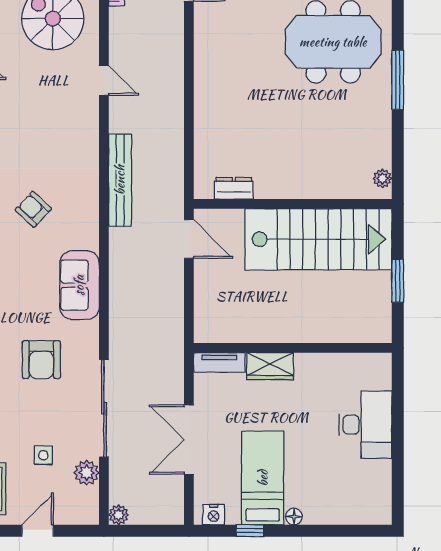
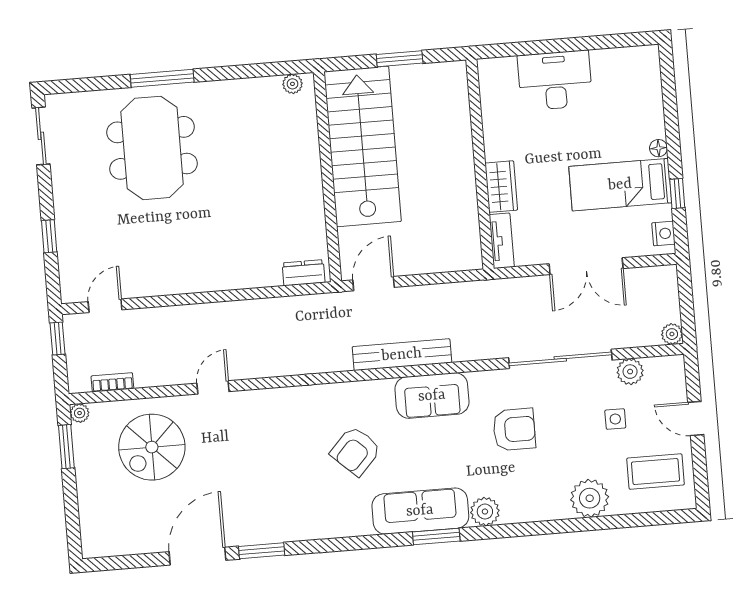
window: (398, 80) -> (162, 78), moved
bench: (120, 180) -> (402, 355), moved
dresser: (234, 188) -> (304, 273), moved, turned 90
armchair: (33, 209) -> (356, 451), width x1.38, depth x1.38

